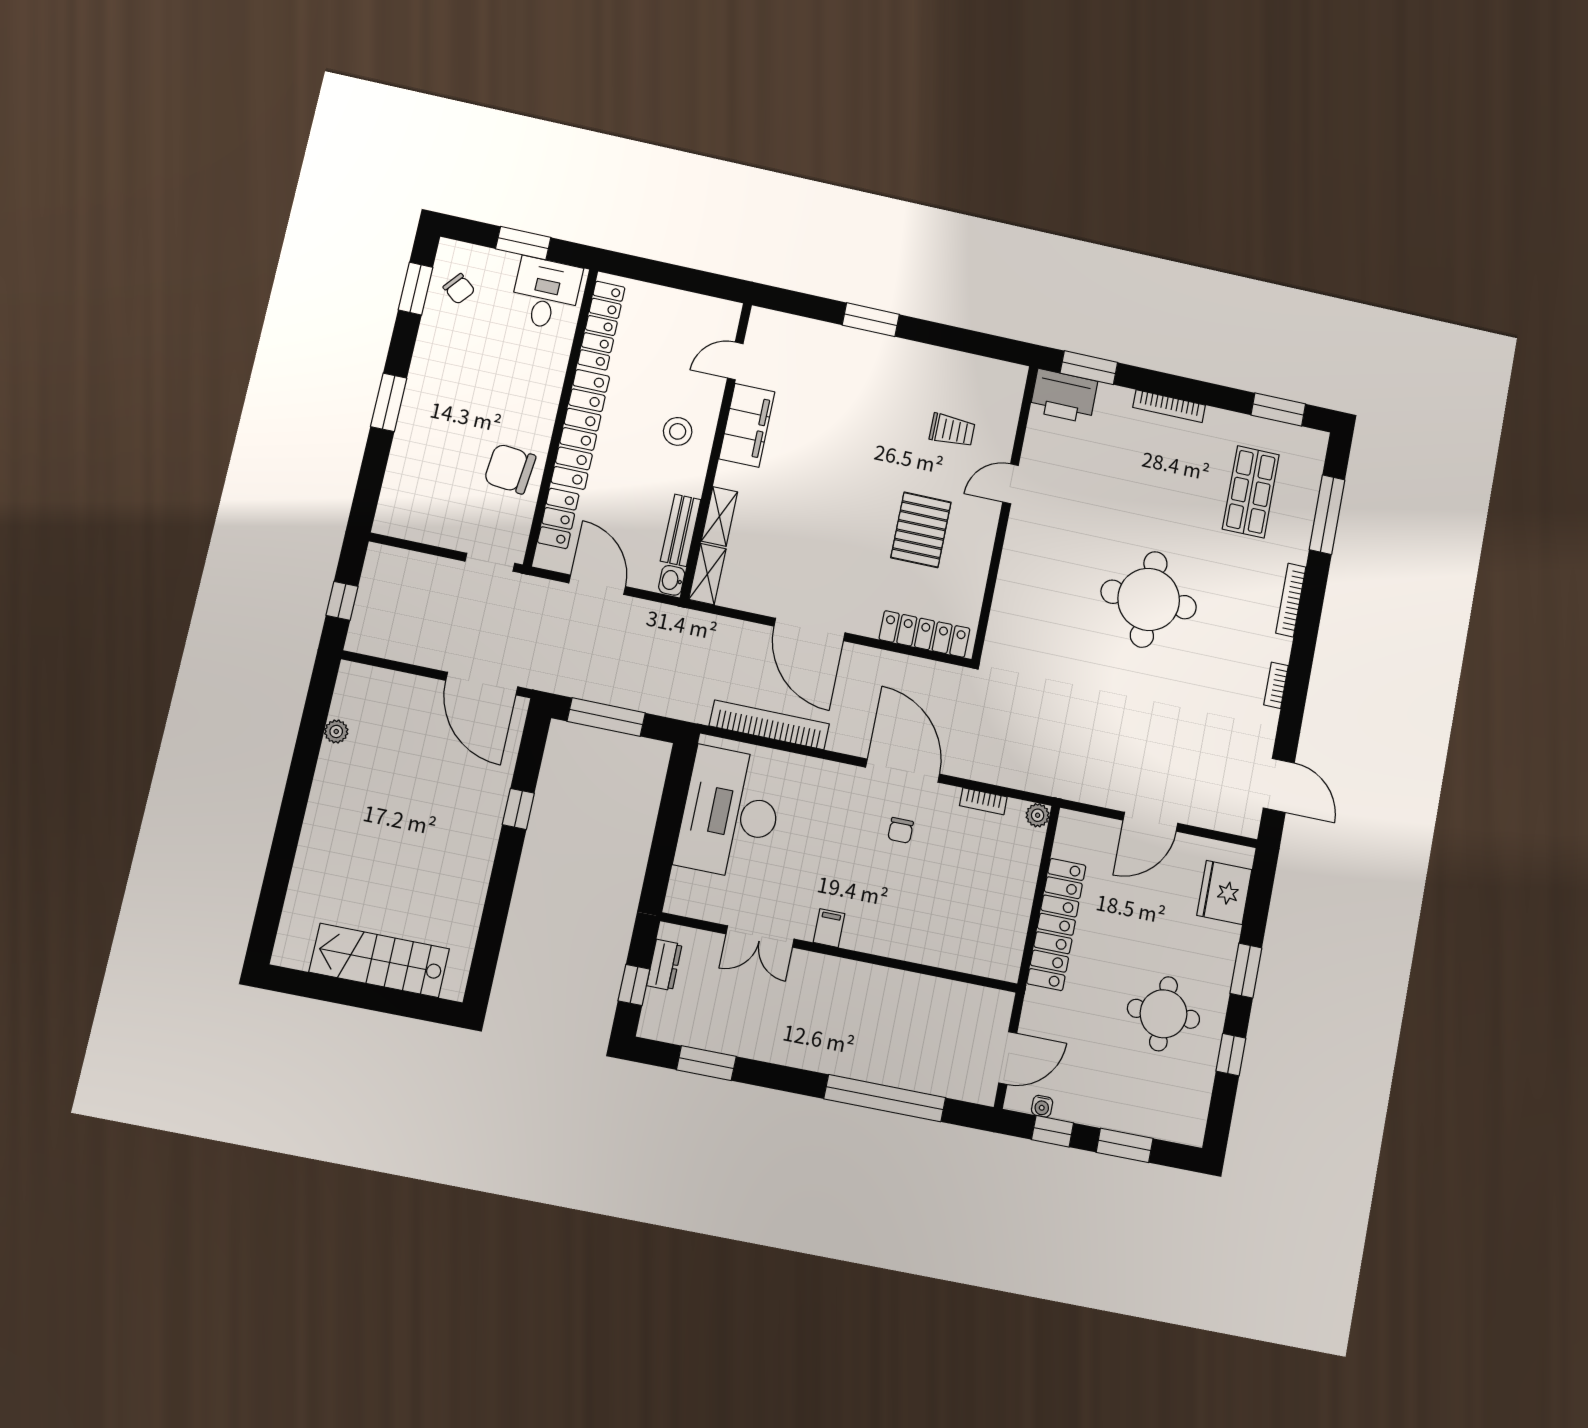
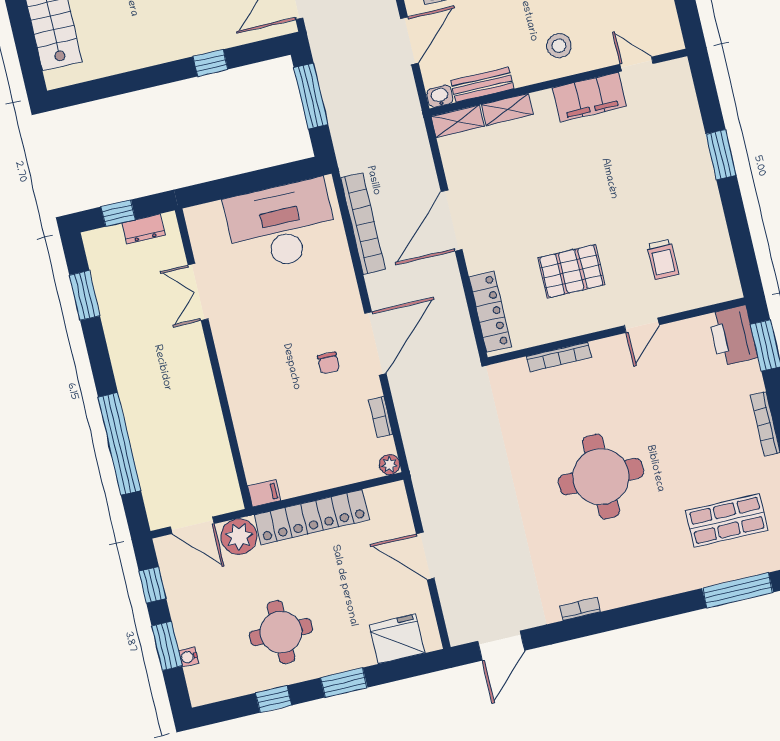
door: (1011, 484) -> (642, 325), swing flipped
bookcase: (1291, 600) -> (559, 357), moved, turned 180
chair: (901, 830) -> (329, 363), turned -90
filing cabinet: (829, 928) -> (264, 493), moved
plant: (1042, 1013) -> (239, 537), added
water cooler: (1042, 1106) -> (189, 657), moved

